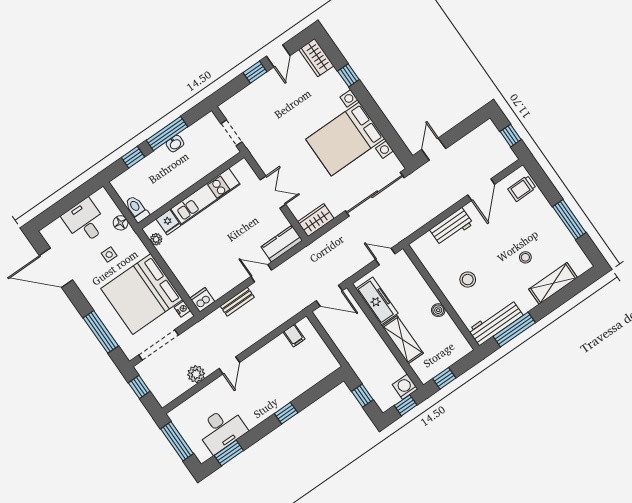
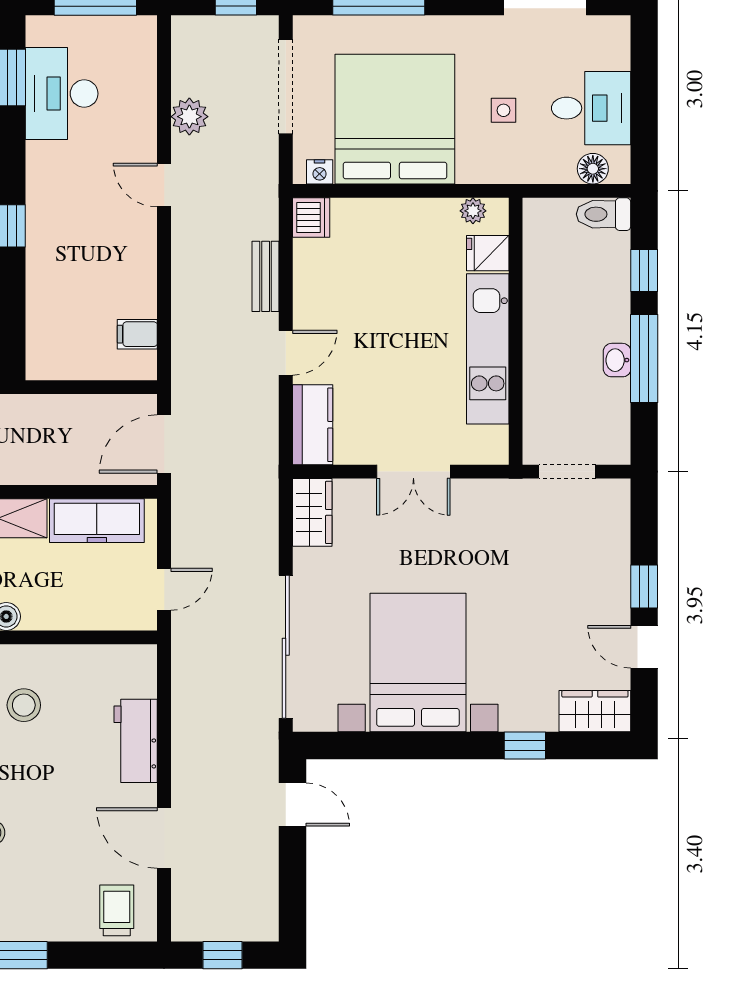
toilet: (137, 209) -> (604, 214), moved, turned 180
floor lamp: (121, 223) -> (593, 169), moved

